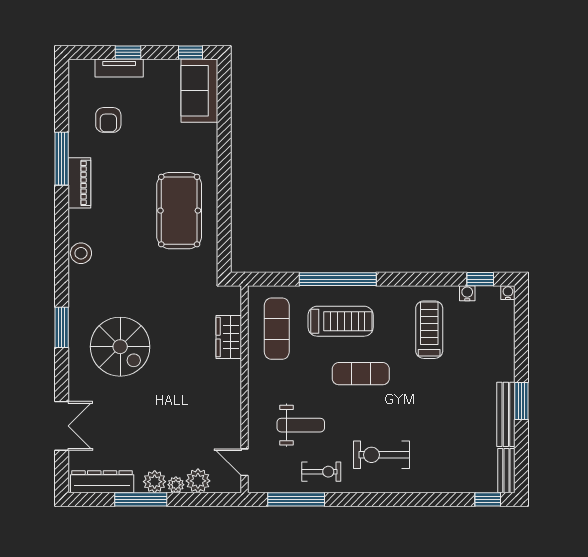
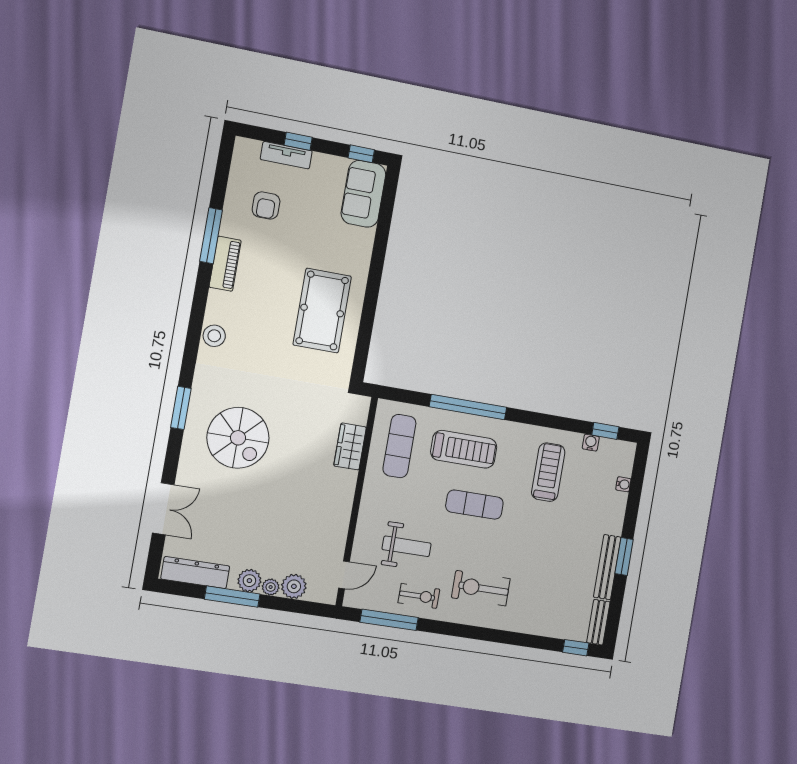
water cooler: (508, 293) -> (623, 484), moved, turned 90
door: (244, 462) -> (344, 575), swing flipped

